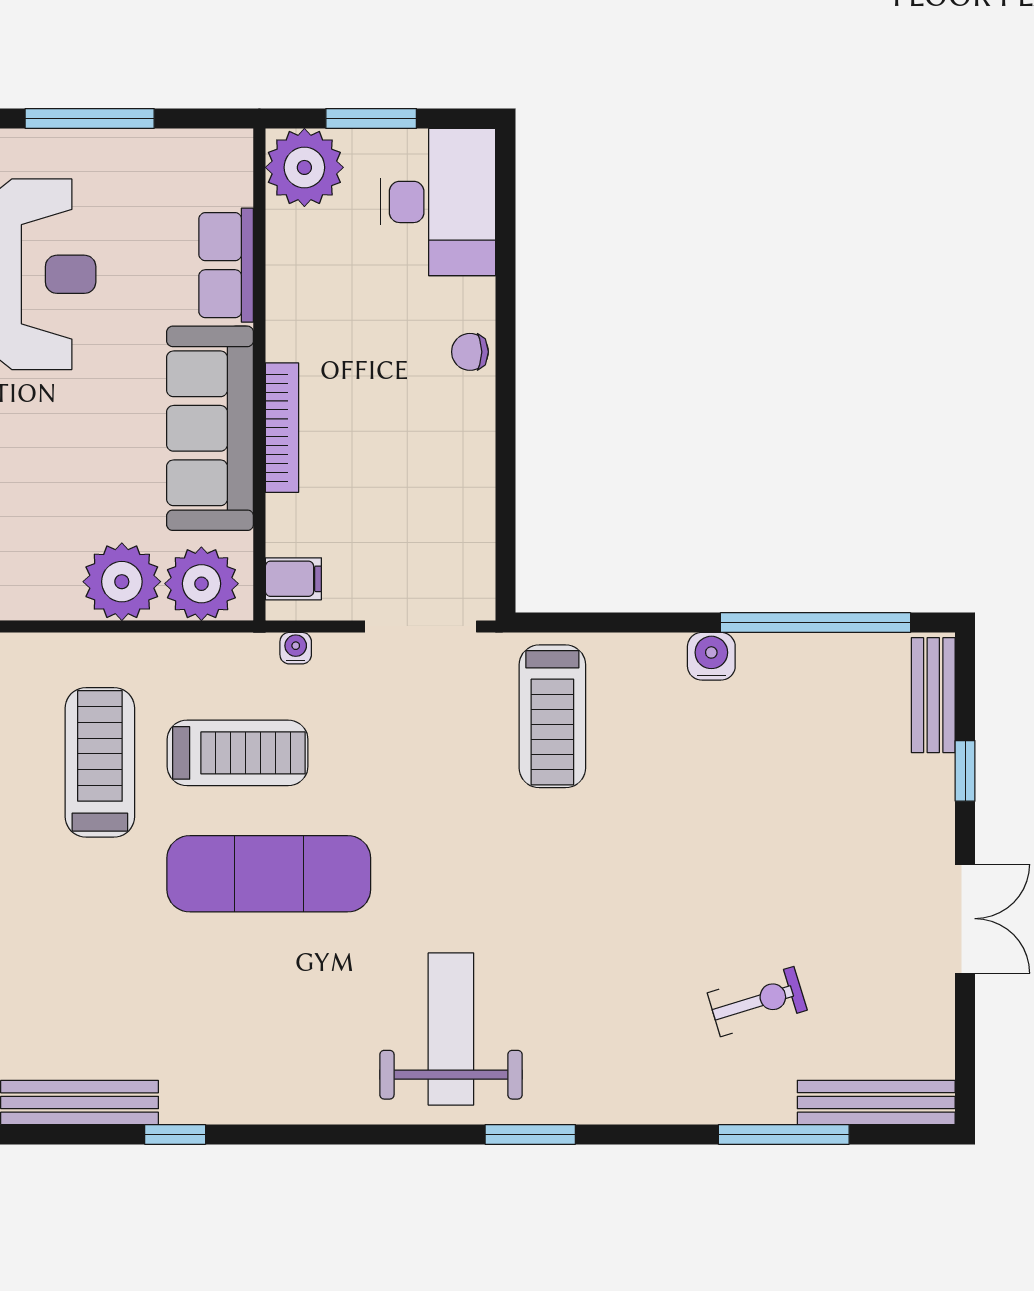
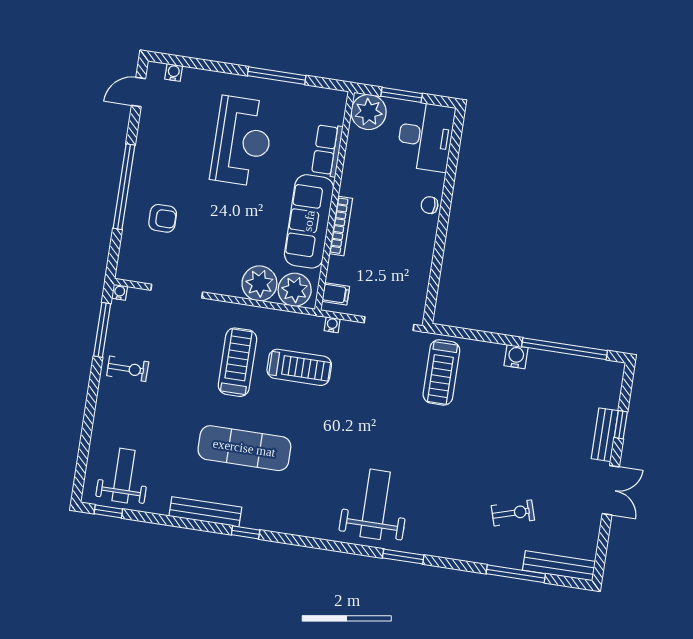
bench: (933, 695) -> (605, 435), moved
exercise mat: (269, 874) -> (244, 448), moved

